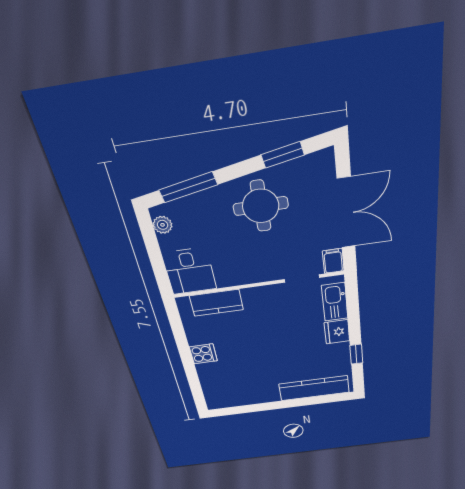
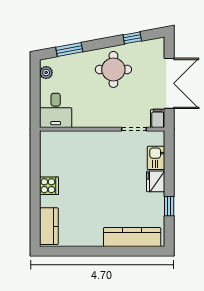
window: (283, 155) -> (132, 38), width x0.67
window: (188, 187) -> (69, 49), width x0.69
kitchen sink: (335, 302) -> (156, 158), width x0.73
kitchen counter: (216, 303) -> (49, 226), moved, turned -90

